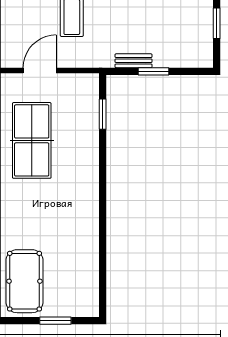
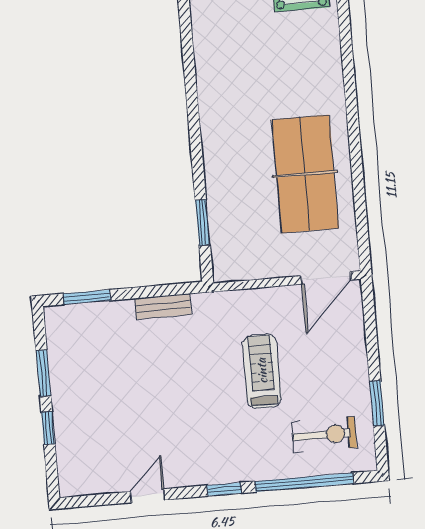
door: (40, 70) -> (326, 278), moved
window: (154, 71) -> (87, 297), moved

